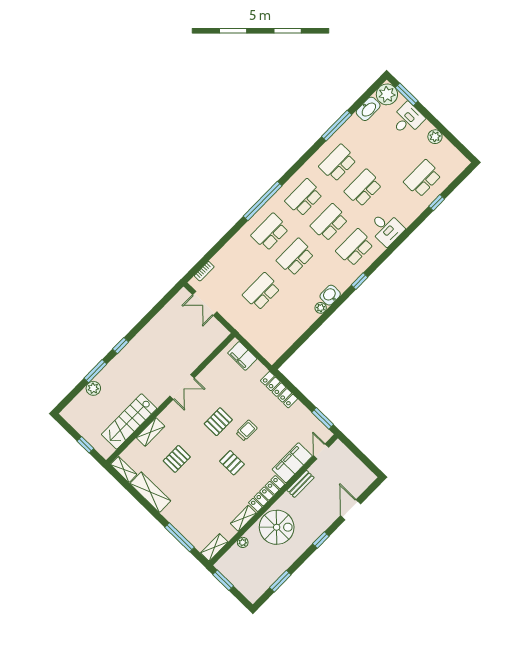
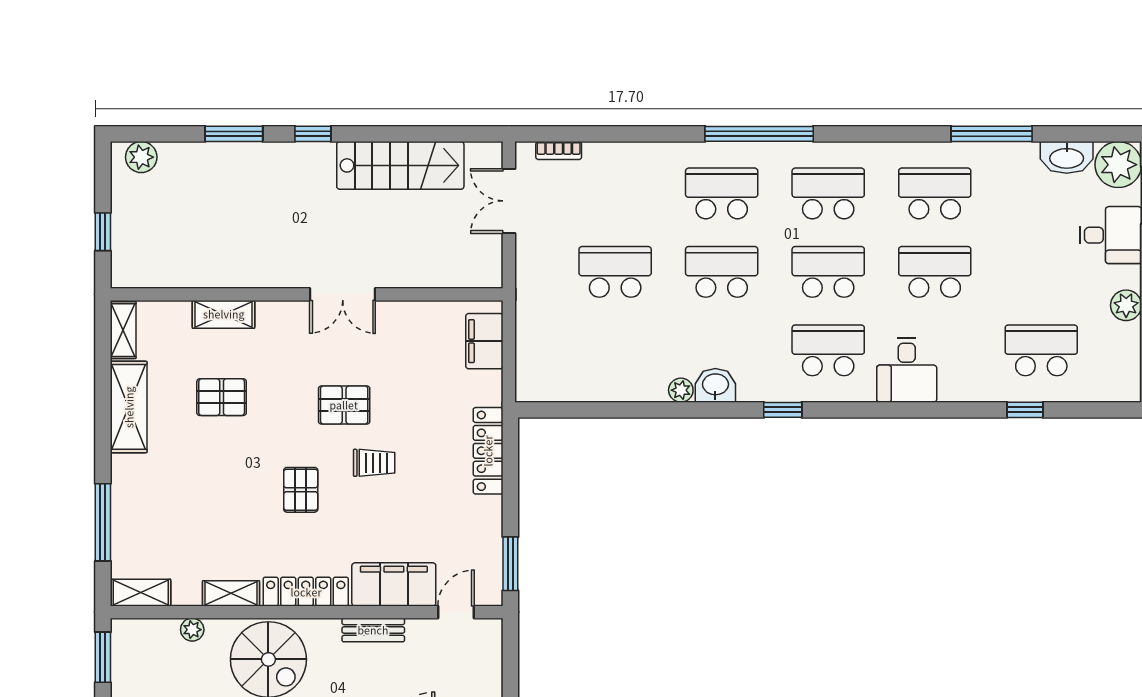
plant: (93, 388) -> (141, 157), moved
stairs: (129, 421) -> (400, 165), moved, turned 180

